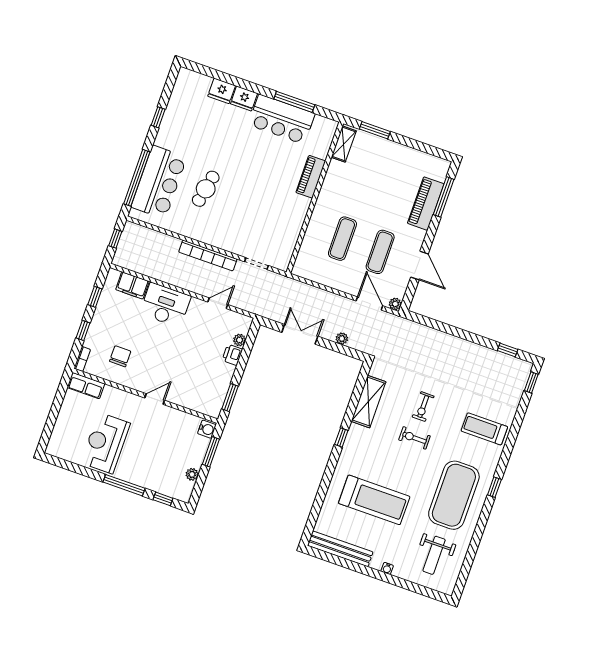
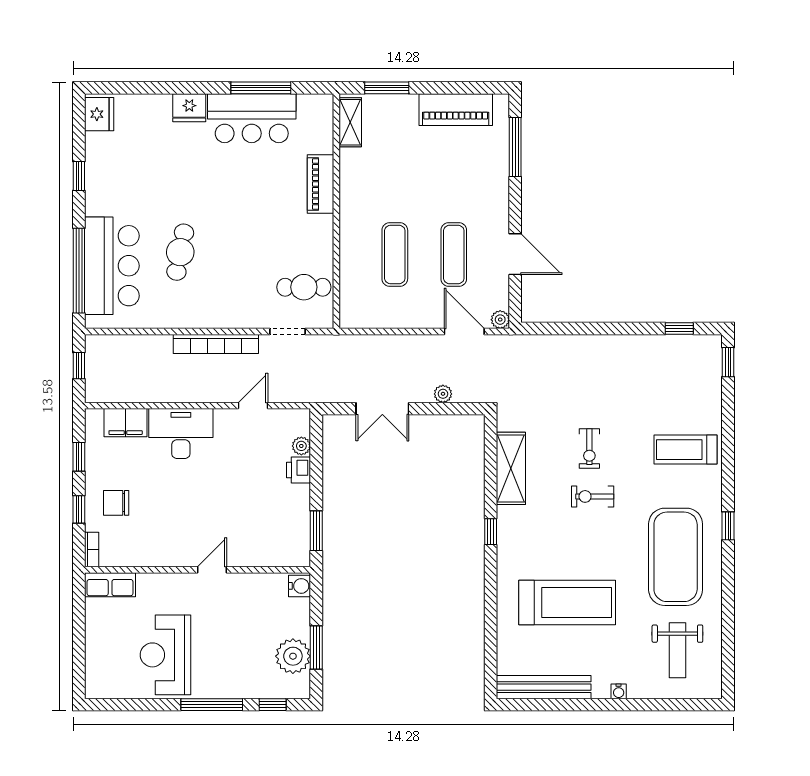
fridge: (222, 91) -> (99, 114), moved, turned -90
piano: (426, 204) -> (456, 110), moved, turned -90
cafe table: (277, 239) -> (304, 287), added
double door: (300, 334) -> (382, 409), swing flipped
chair: (120, 356) -> (116, 503), moved, turned -90
window: (211, 452) -> (316, 648), moved
plant: (192, 474) -> (293, 656), width x1.87, depth x1.87

